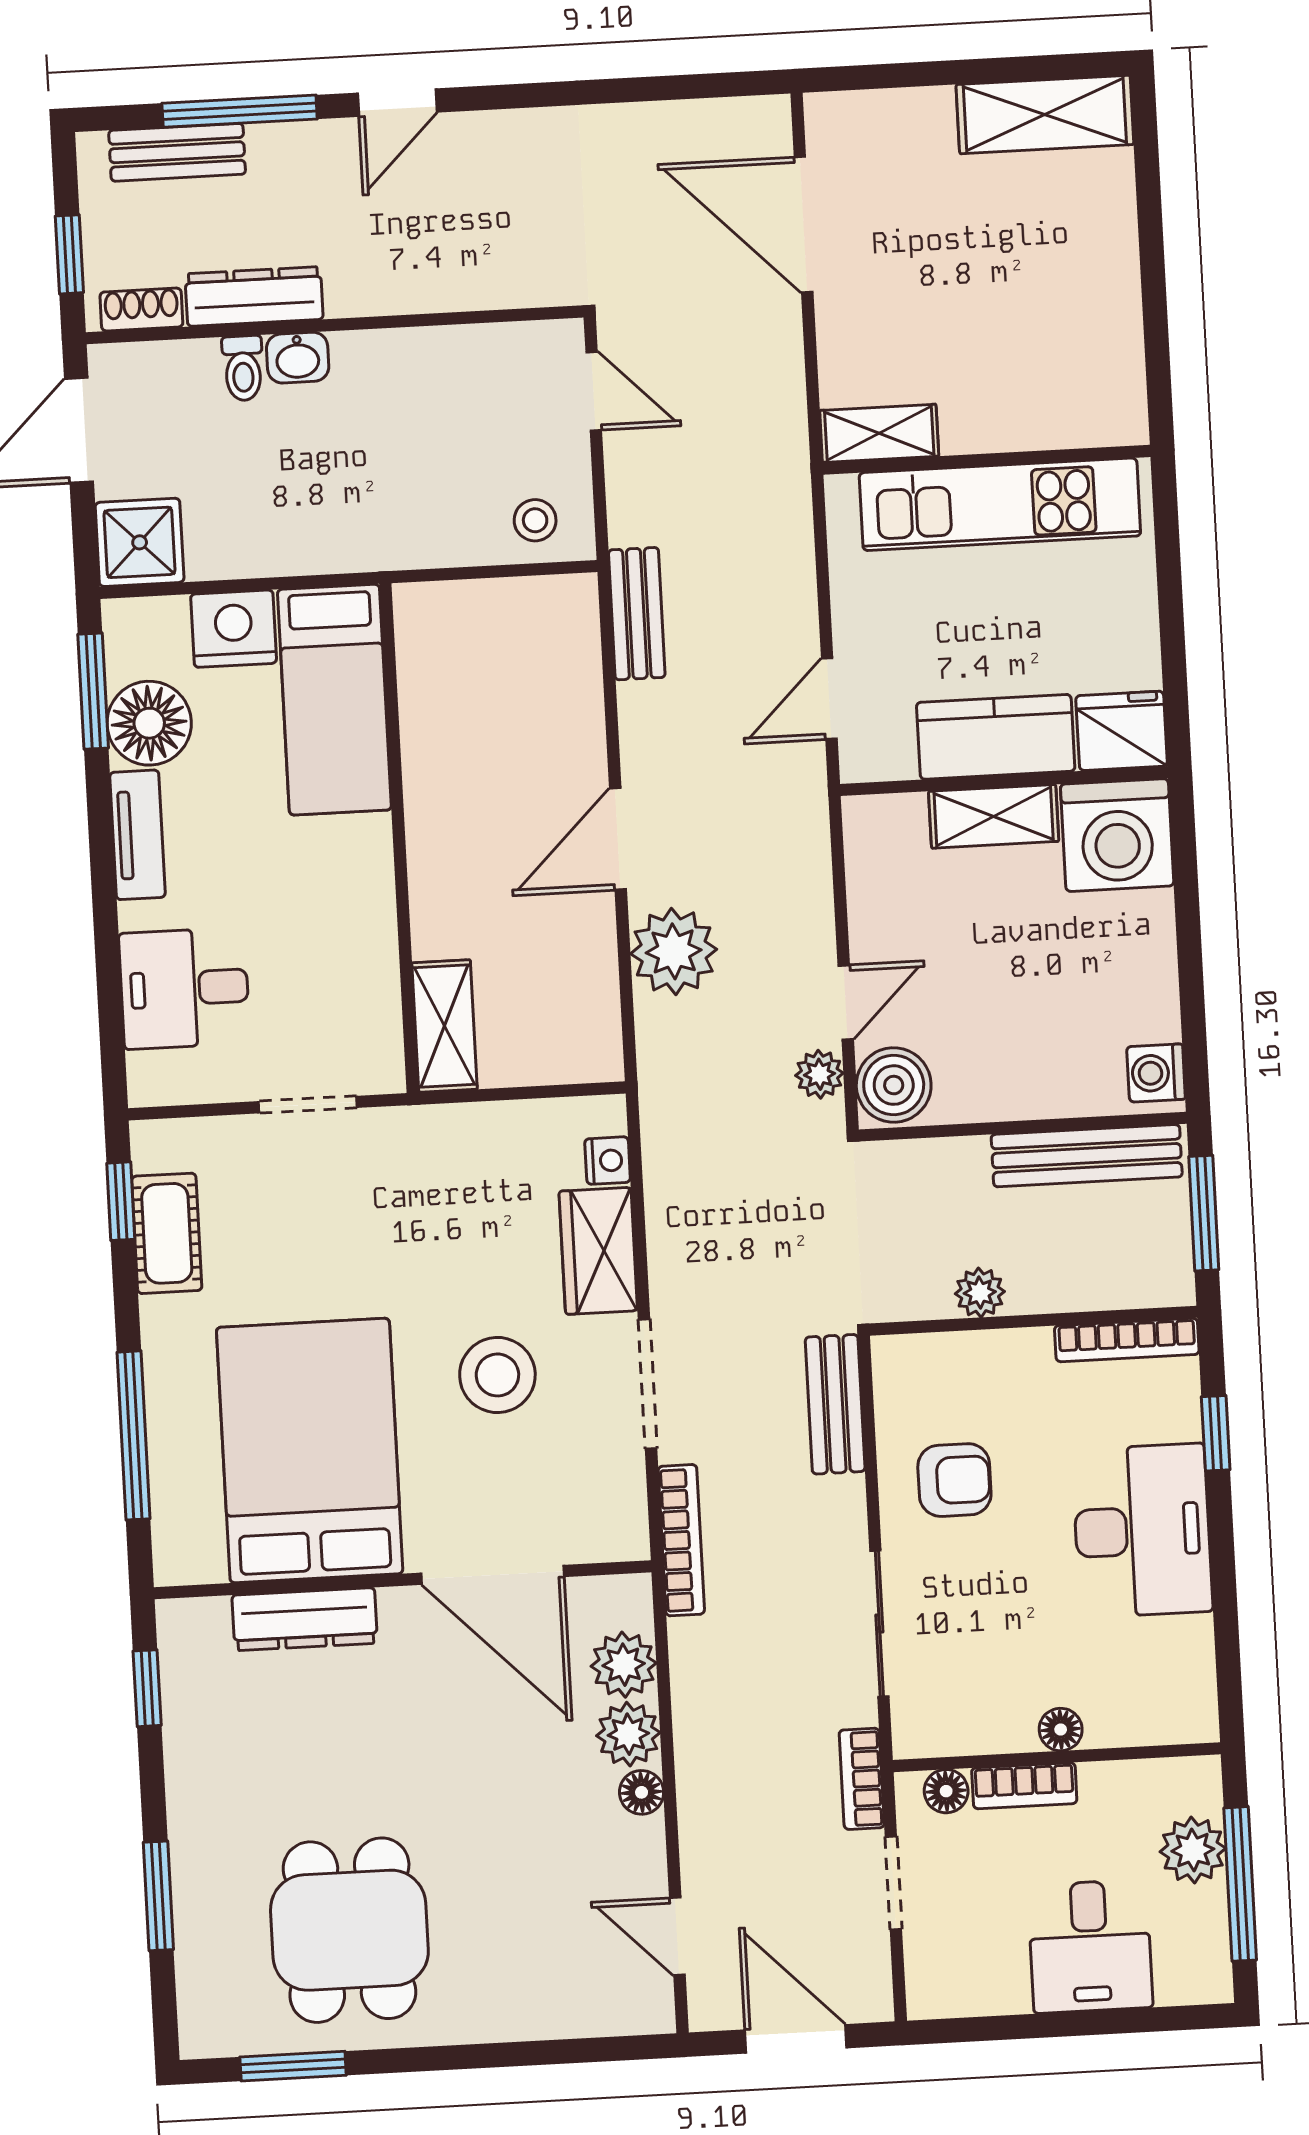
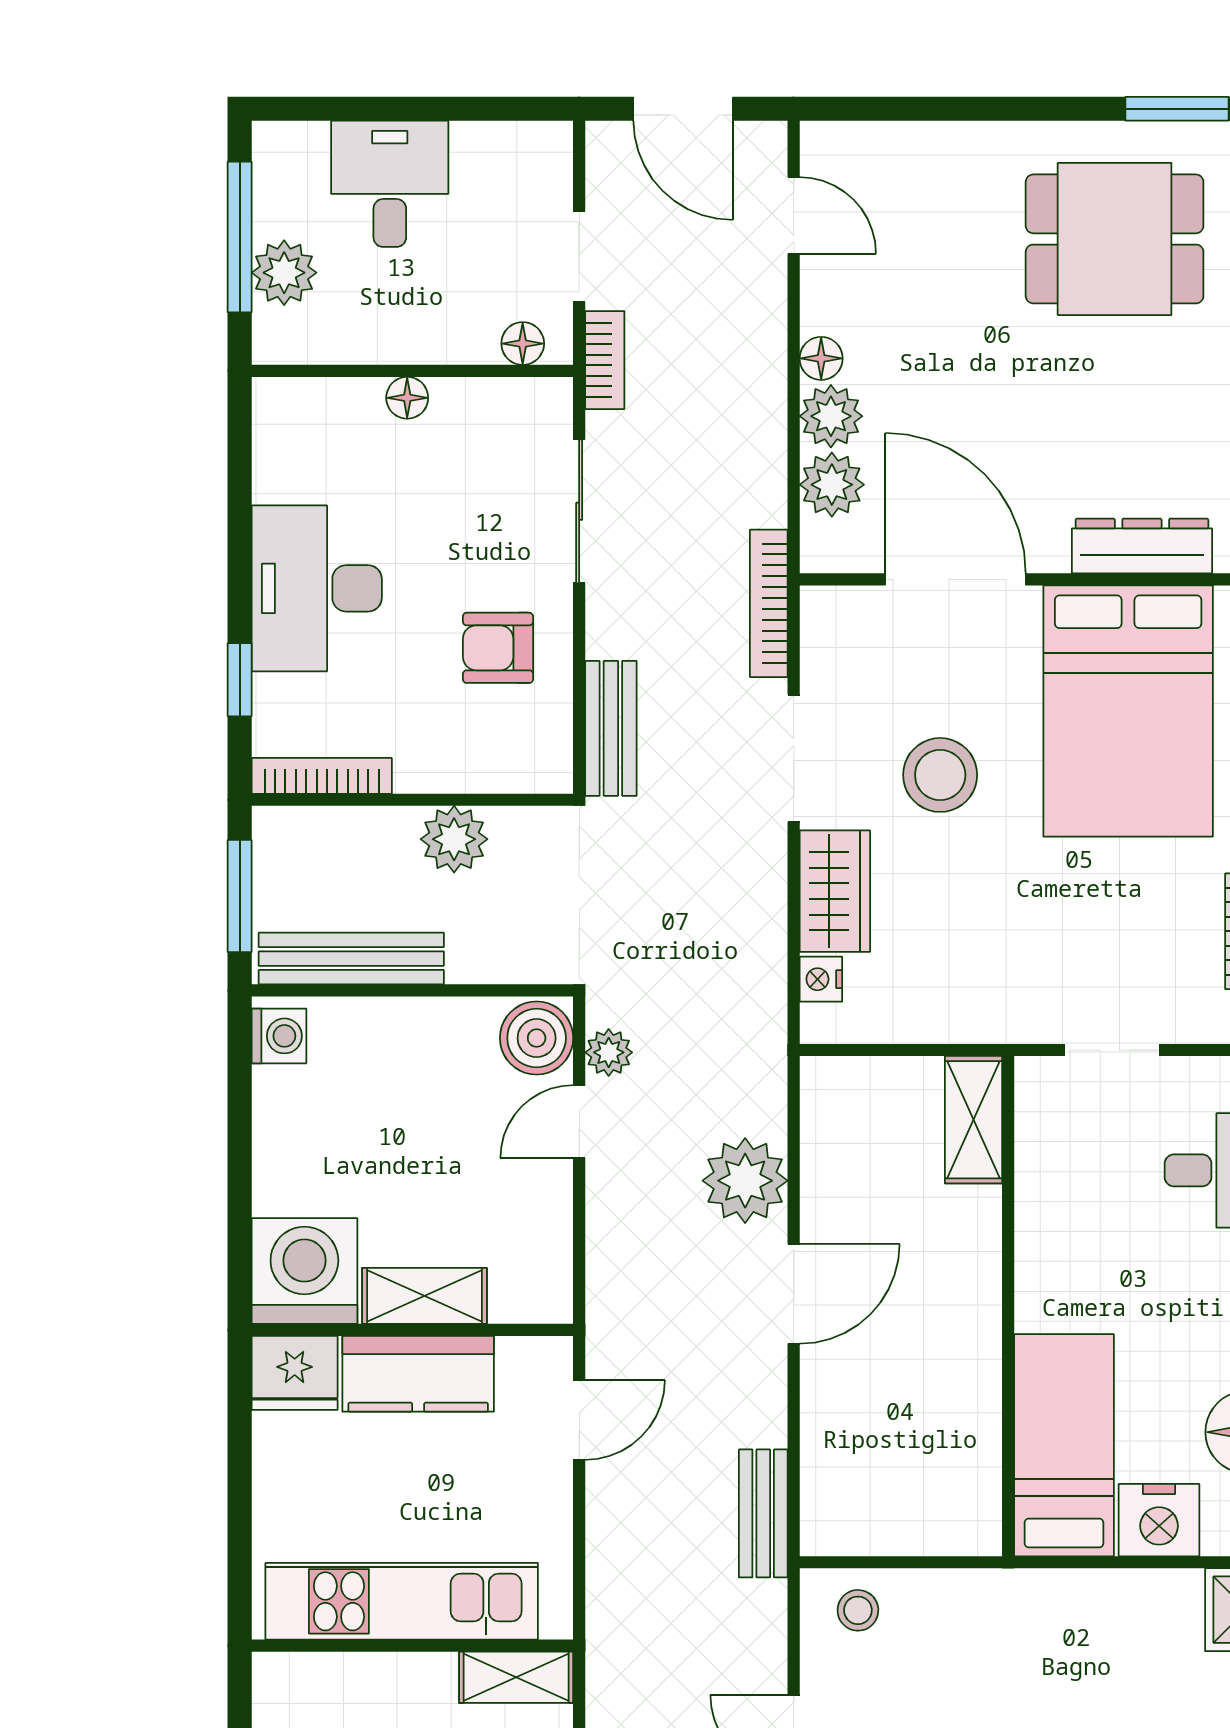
plant: (980, 1293) -> (454, 839), width x1.38, depth x1.38
bookcase: (1024, 1786) -> (446, 345), removed
dining table: (349, 1930) -> (1115, 239), turned 90

